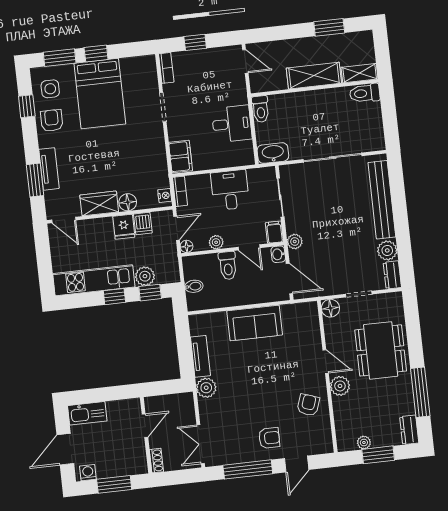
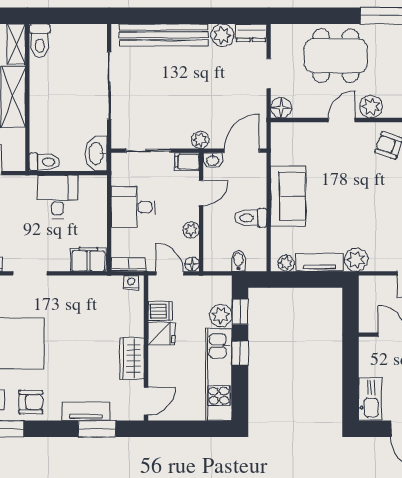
armchair: (52, 120) -> (31, 402), turned 180
floor lamp: (128, 202) -> (134, 326), removed
toilet: (228, 266) -> (251, 218), moved, turned 180
plant: (197, 328) -> (286, 263), added

